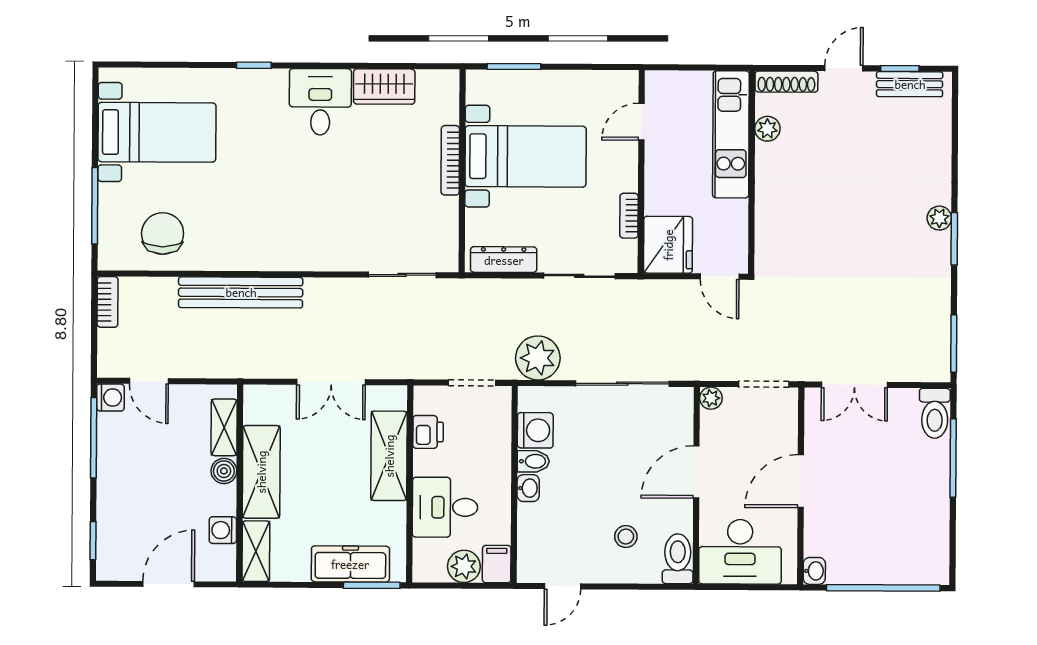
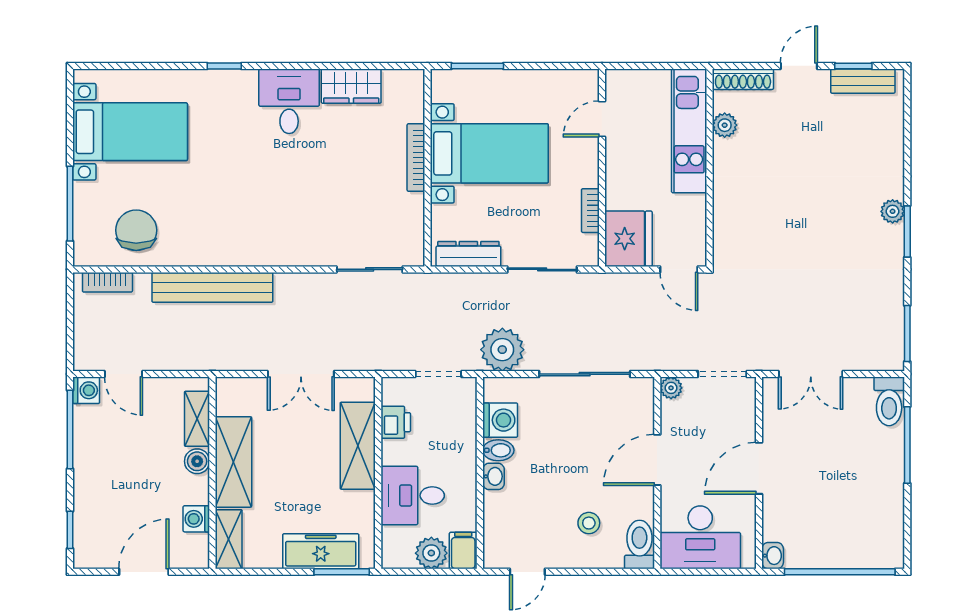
bookcase: (107, 302) -> (107, 282), moved, turned 90

